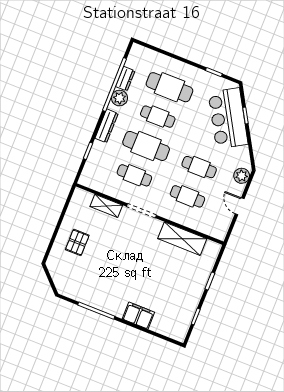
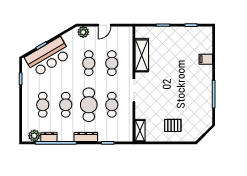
cafe table: (169, 87) -> (43, 105), width x0.73, depth x0.74
plant: (119, 98) -> (34, 136), moved
shelving: (106, 206) -> (140, 131), moved
filing cabinet: (138, 316) -> (206, 59), width x0.50

